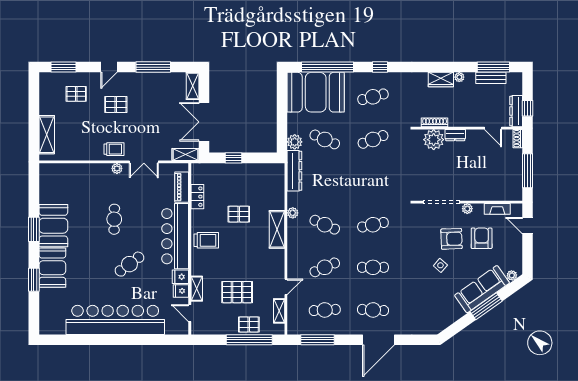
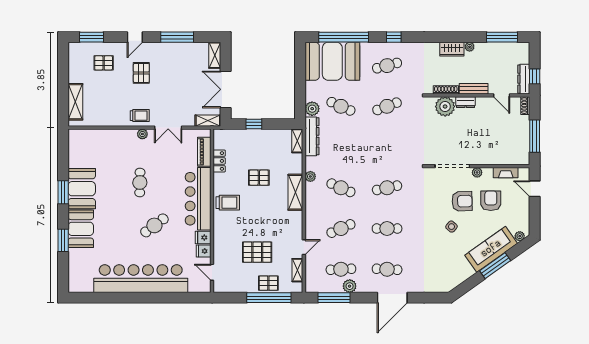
bench: (491, 78) -> (474, 89), moved
pallet: (116, 104) -> (141, 73), turned 90
shelving: (197, 289) -> (297, 141), moved
plant: (334, 328) -> (350, 286), added

